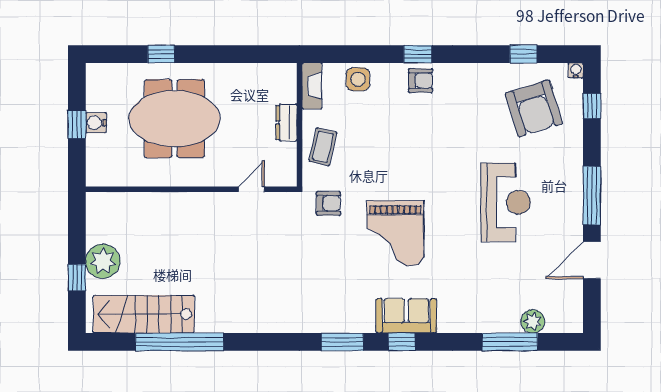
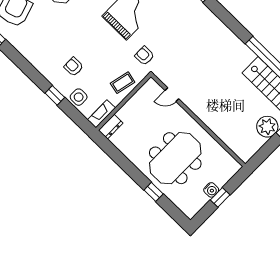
window: (418, 54) -> (55, 95), moved
armchair: (421, 81) -> (74, 67), moved
meeting table: (174, 119) -> (175, 158), turned 90
dresser: (286, 123) -> (111, 127), moved

